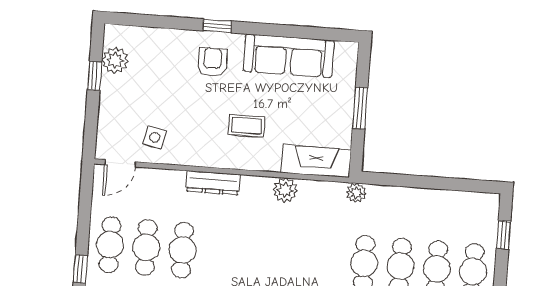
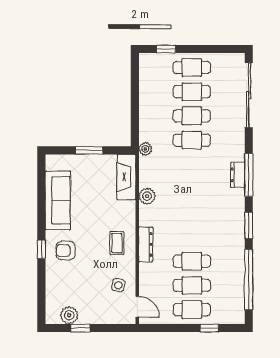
coffee table: (247, 126) -> (117, 243), moved

